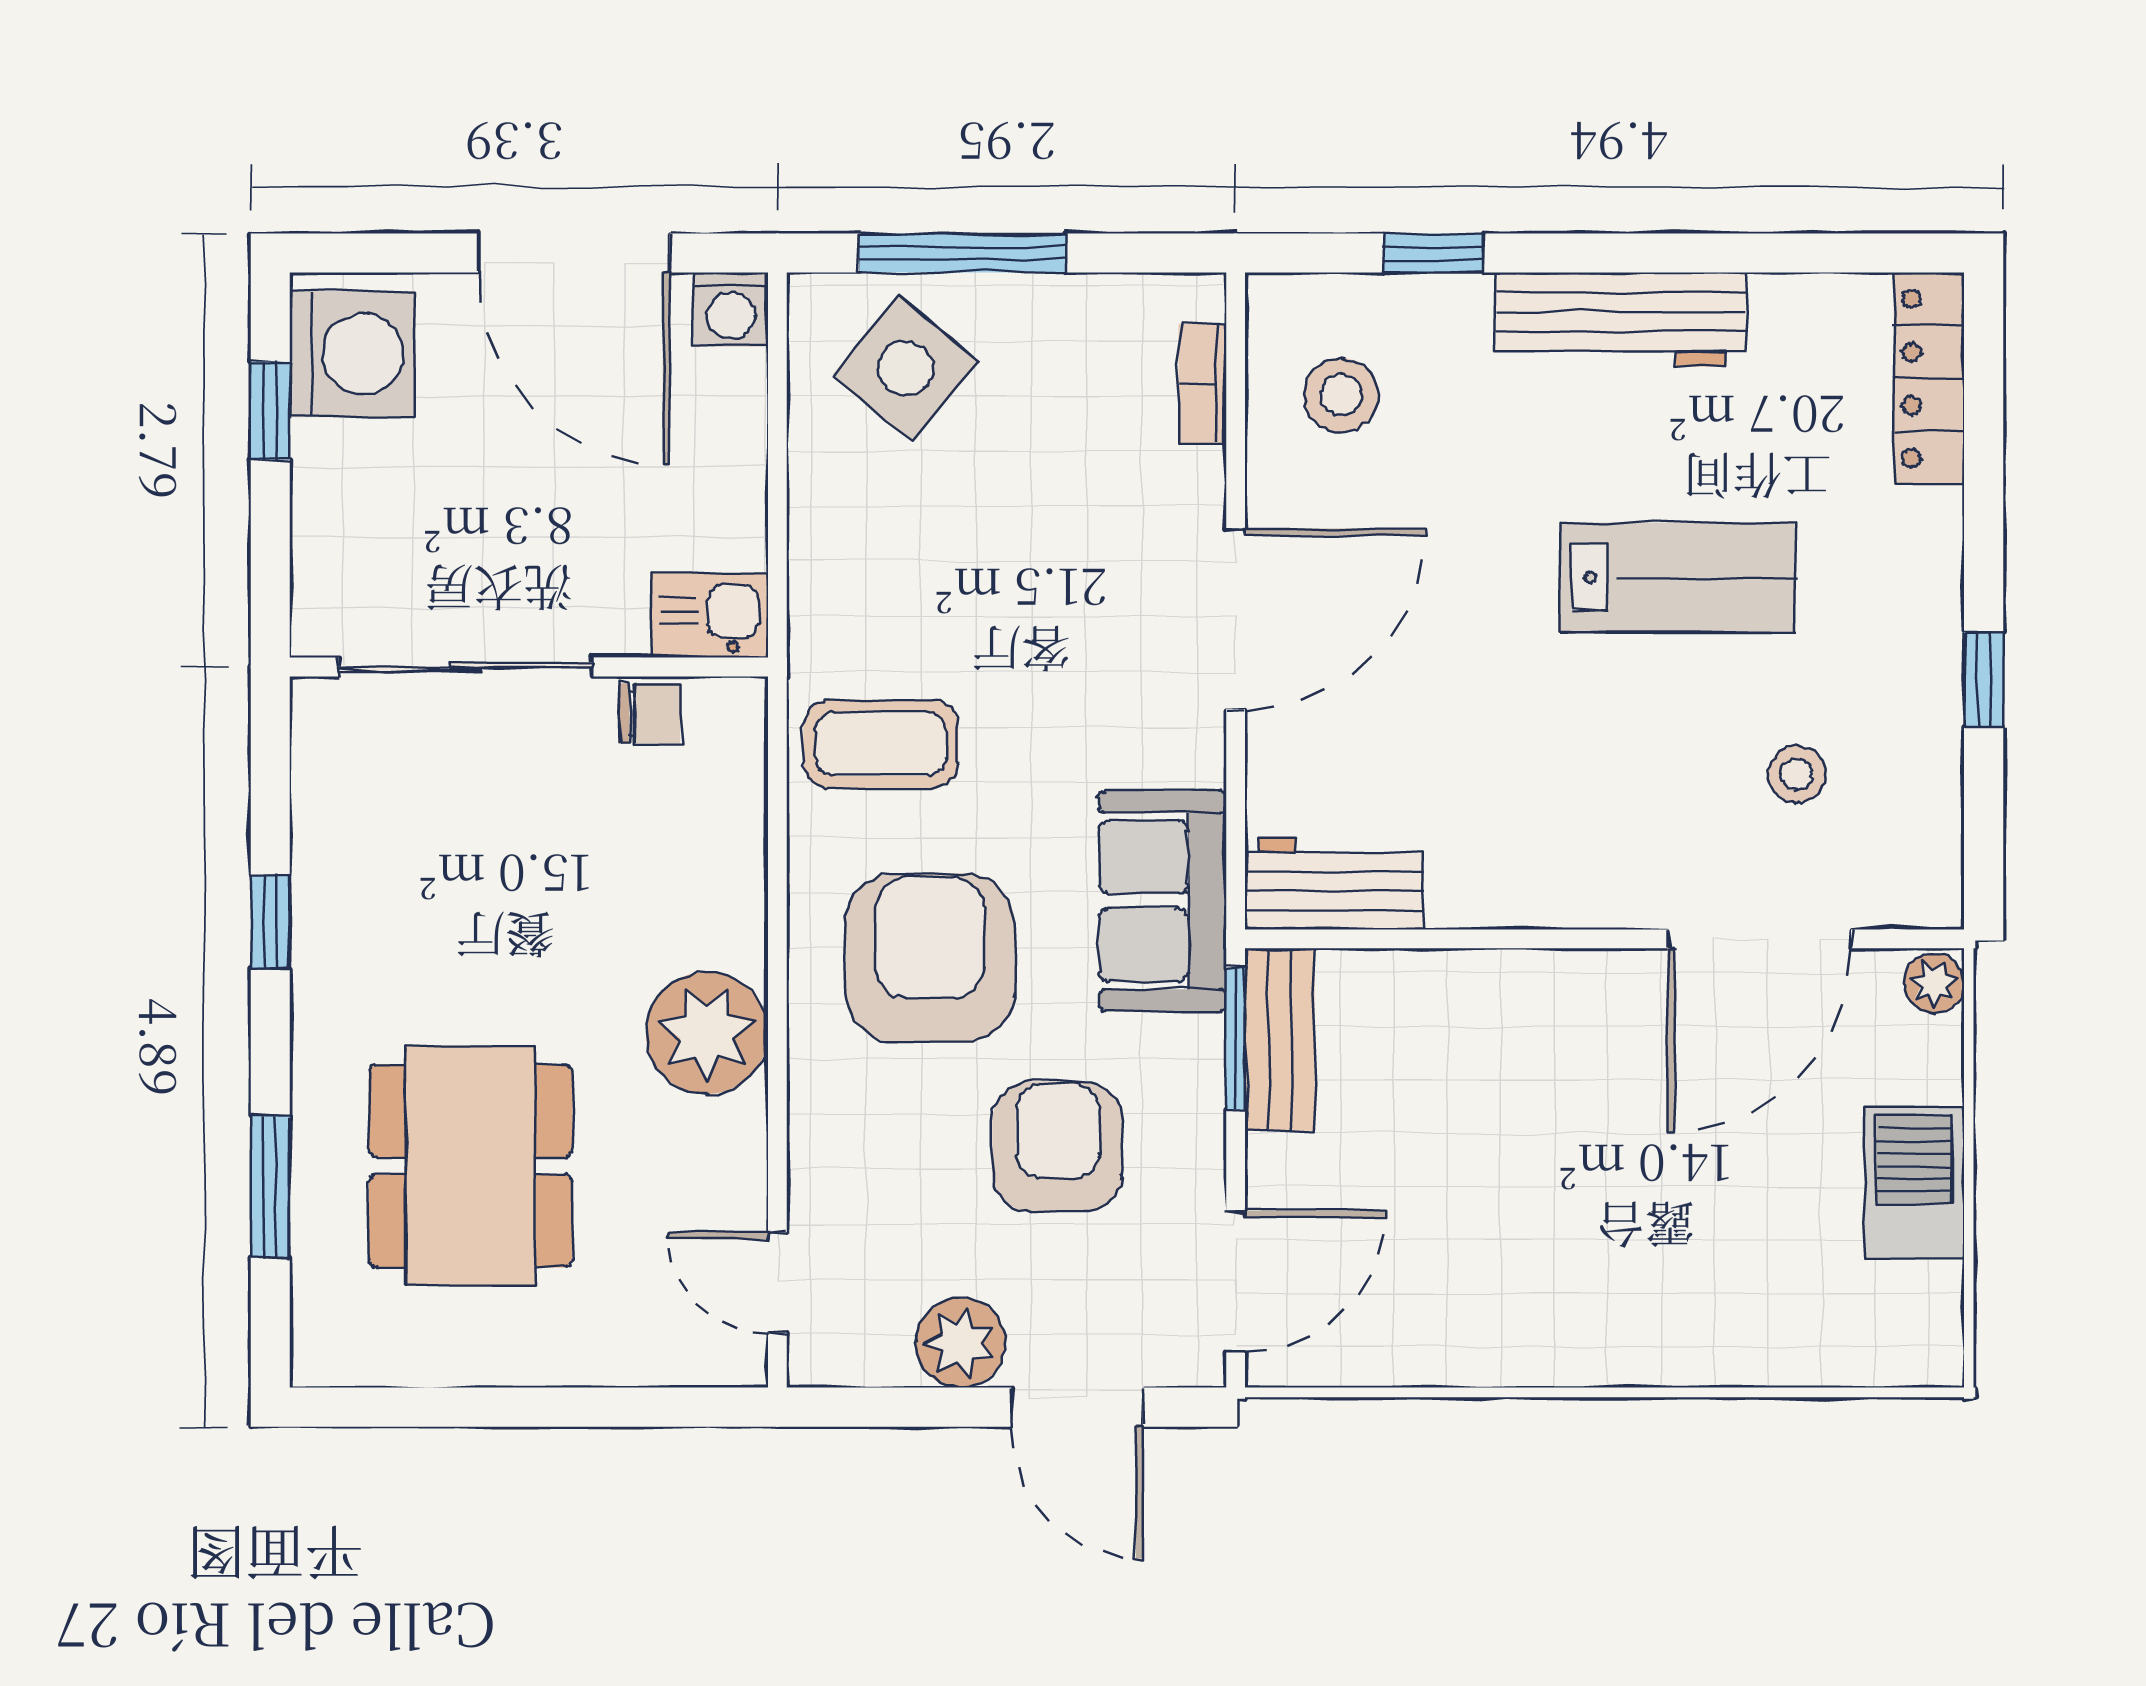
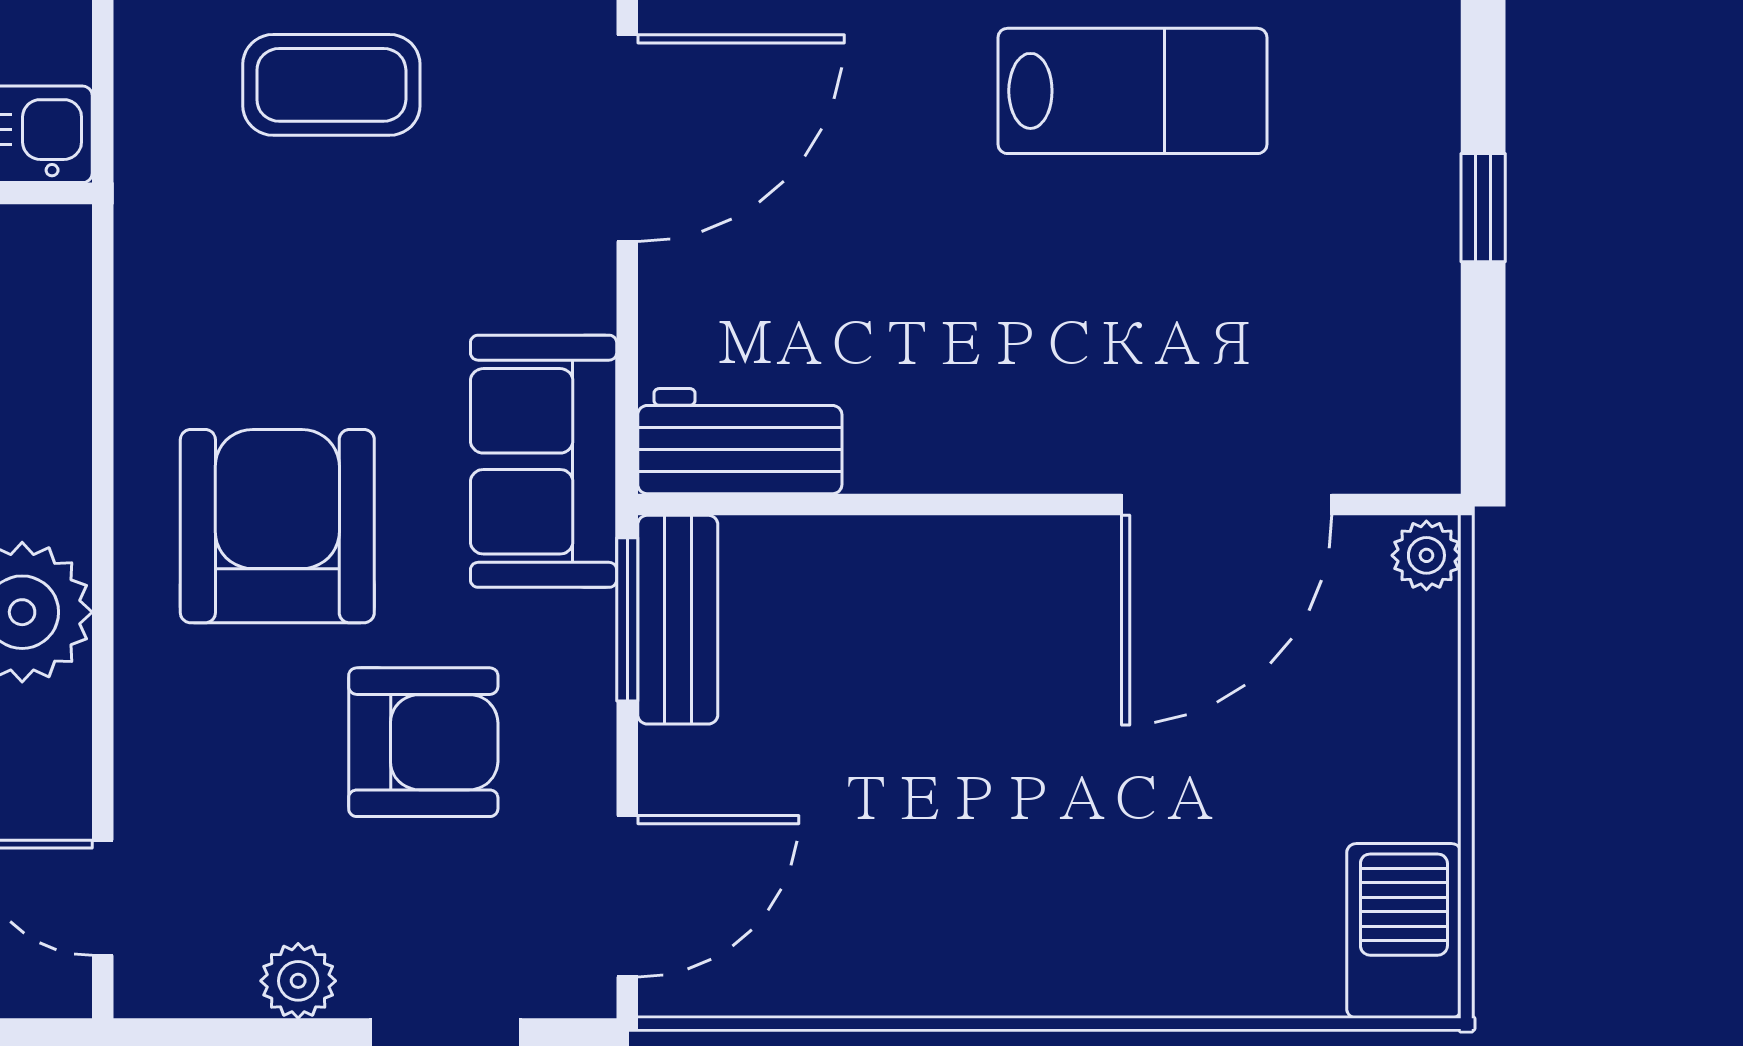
coffee table: (881, 744) -> (331, 85), moved
stool: (1797, 774) -> (1269, 316), removed
armchair: (1058, 1147) -> (423, 742), turned 90
barbecue: (1914, 1183) -> (1404, 931), moved
plant: (960, 1343) -> (298, 981), width x0.73, depth x0.73

